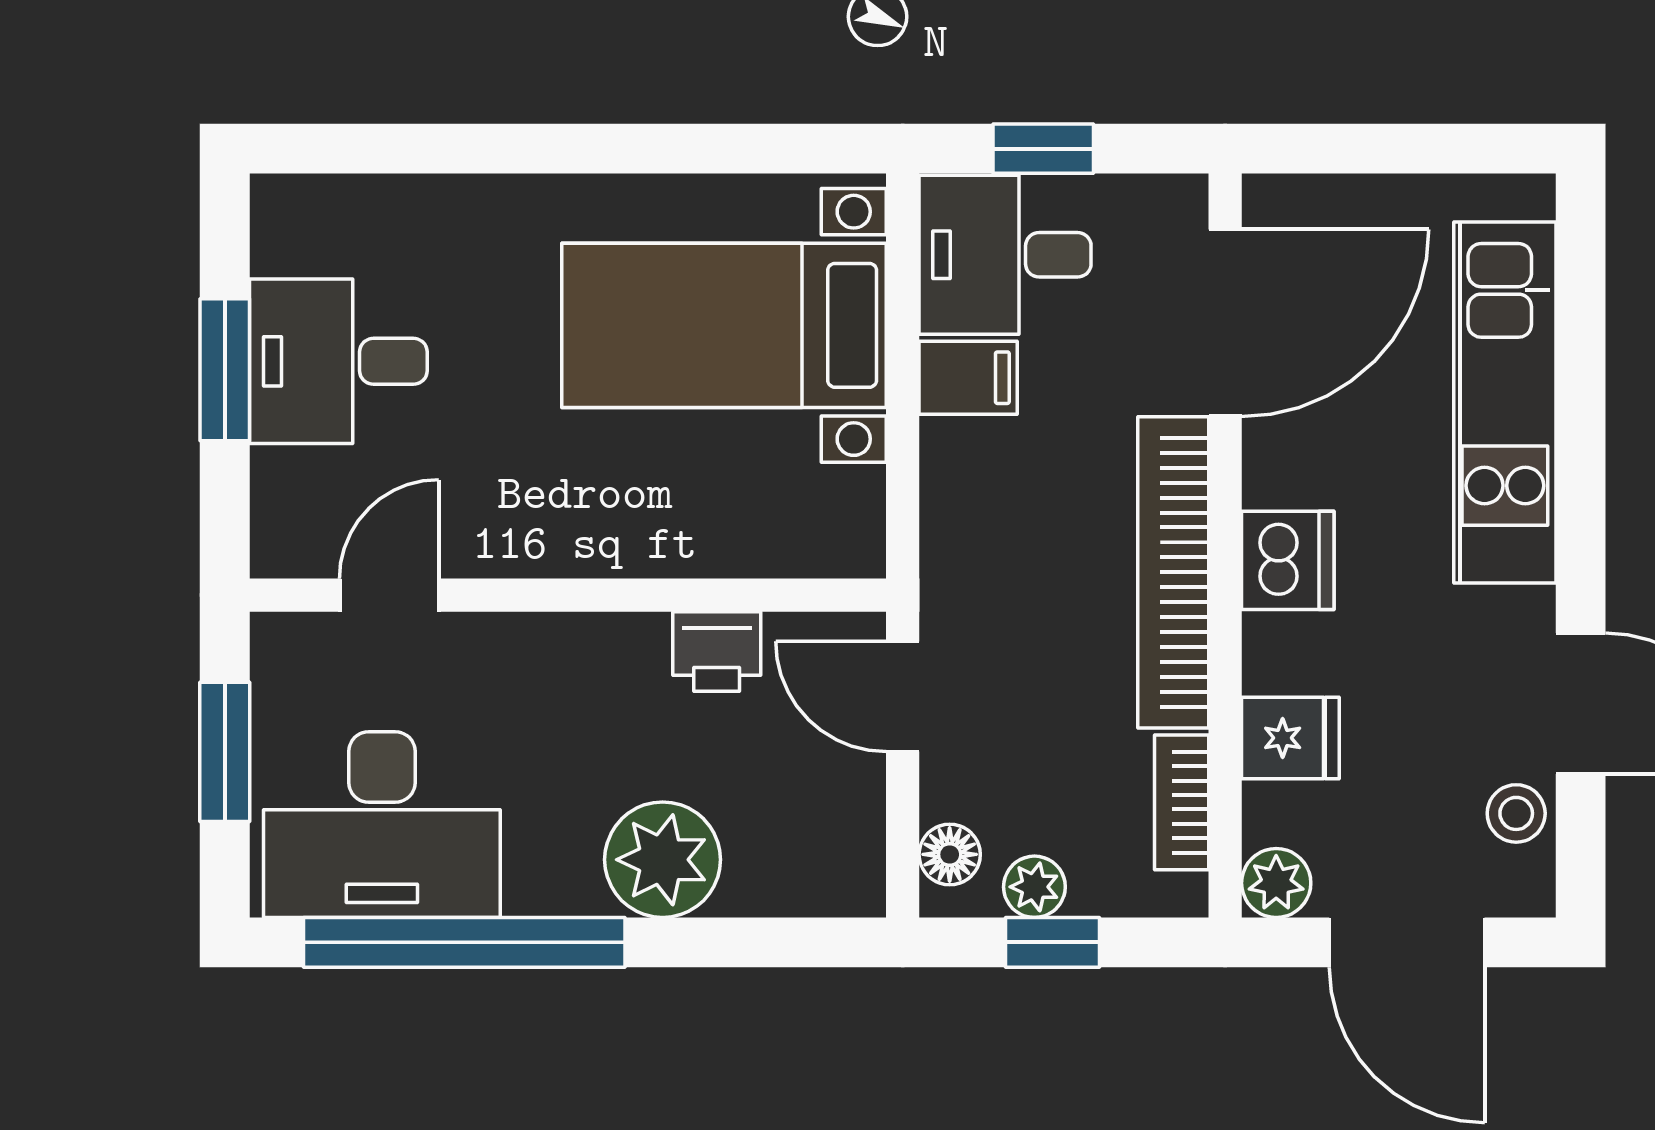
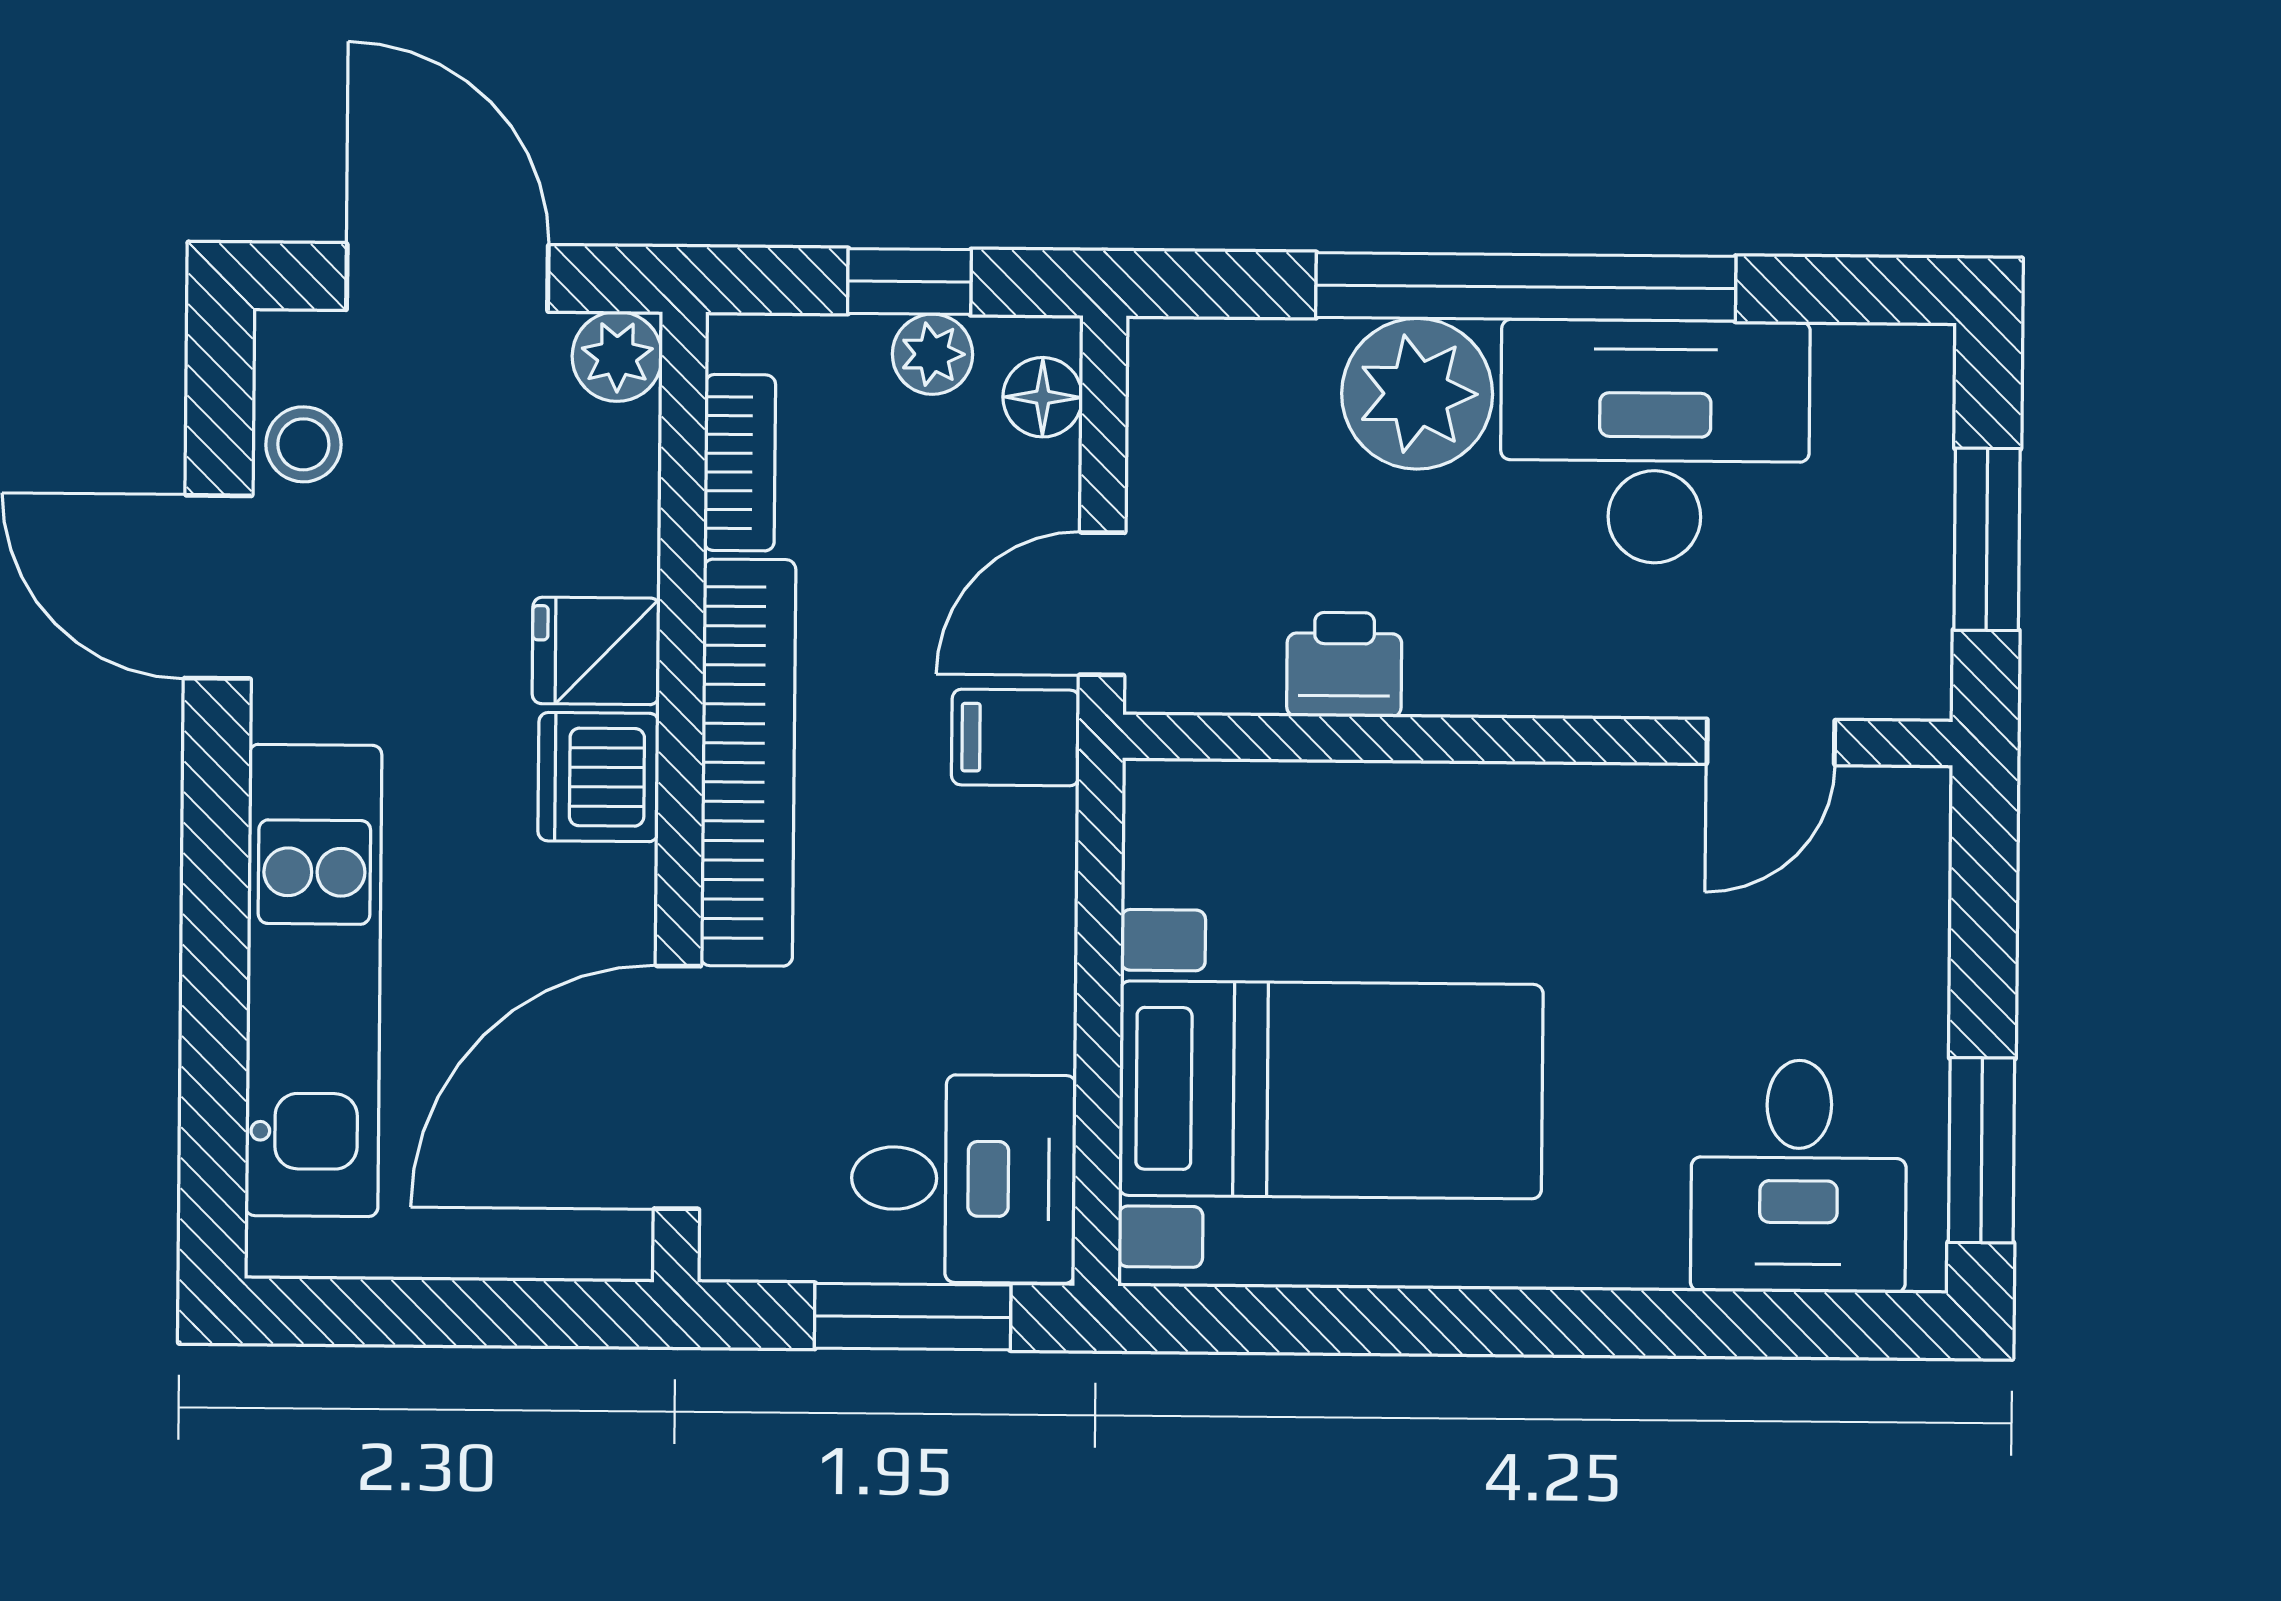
window: (1043, 149) -> (913, 1317), width x1.50
desk: (338, 361) -> (1799, 1176), moved, turned 90
window: (225, 370) -> (1982, 1150), moved
filing cabinet: (968, 378) -> (1016, 738), moved
door: (903, 697) -> (1102, 604), swing flipped
fridge: (1290, 738) -> (596, 651), moved
desk: (382, 825) -> (1655, 442), moved
window: (464, 942) -> (1526, 287), moved

